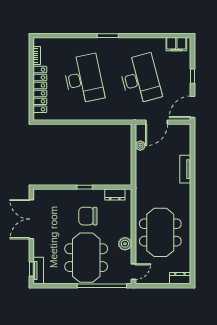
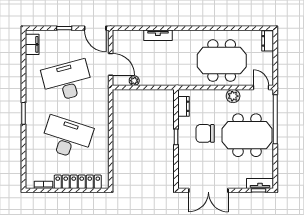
desk: (84, 79) -> (67, 138), turned 30
chair: (88, 216) -> (205, 133), turned 90

